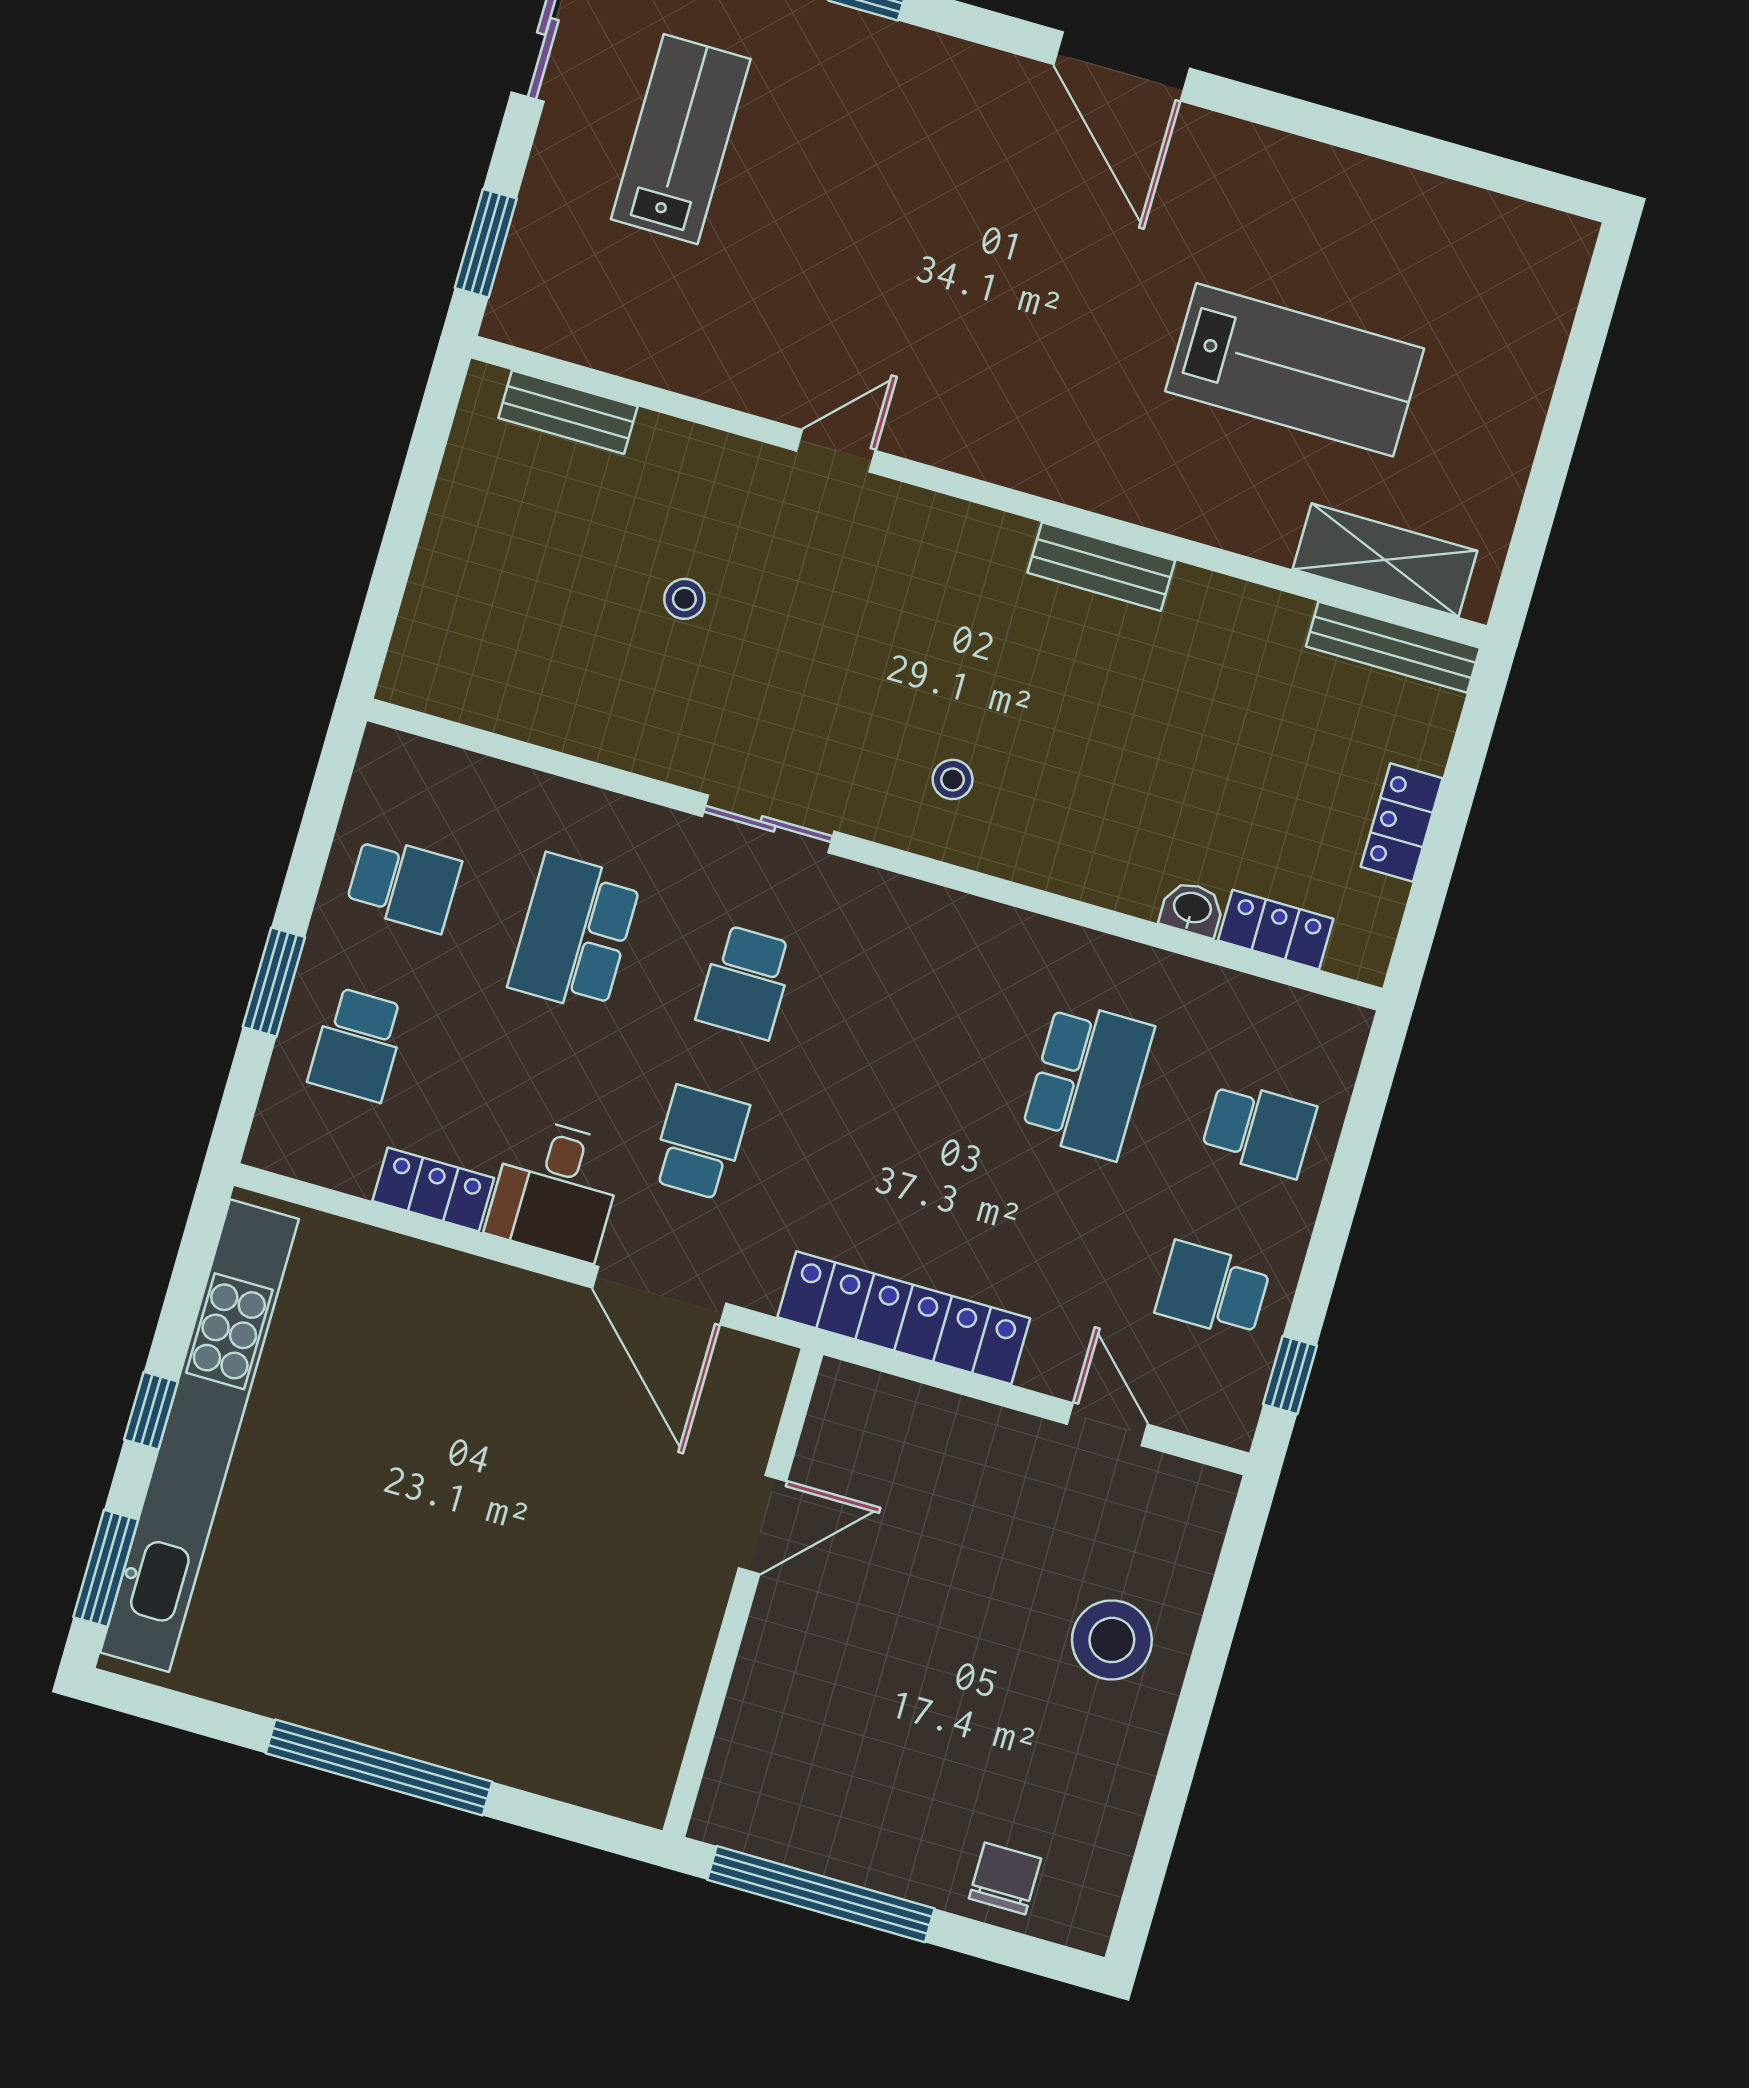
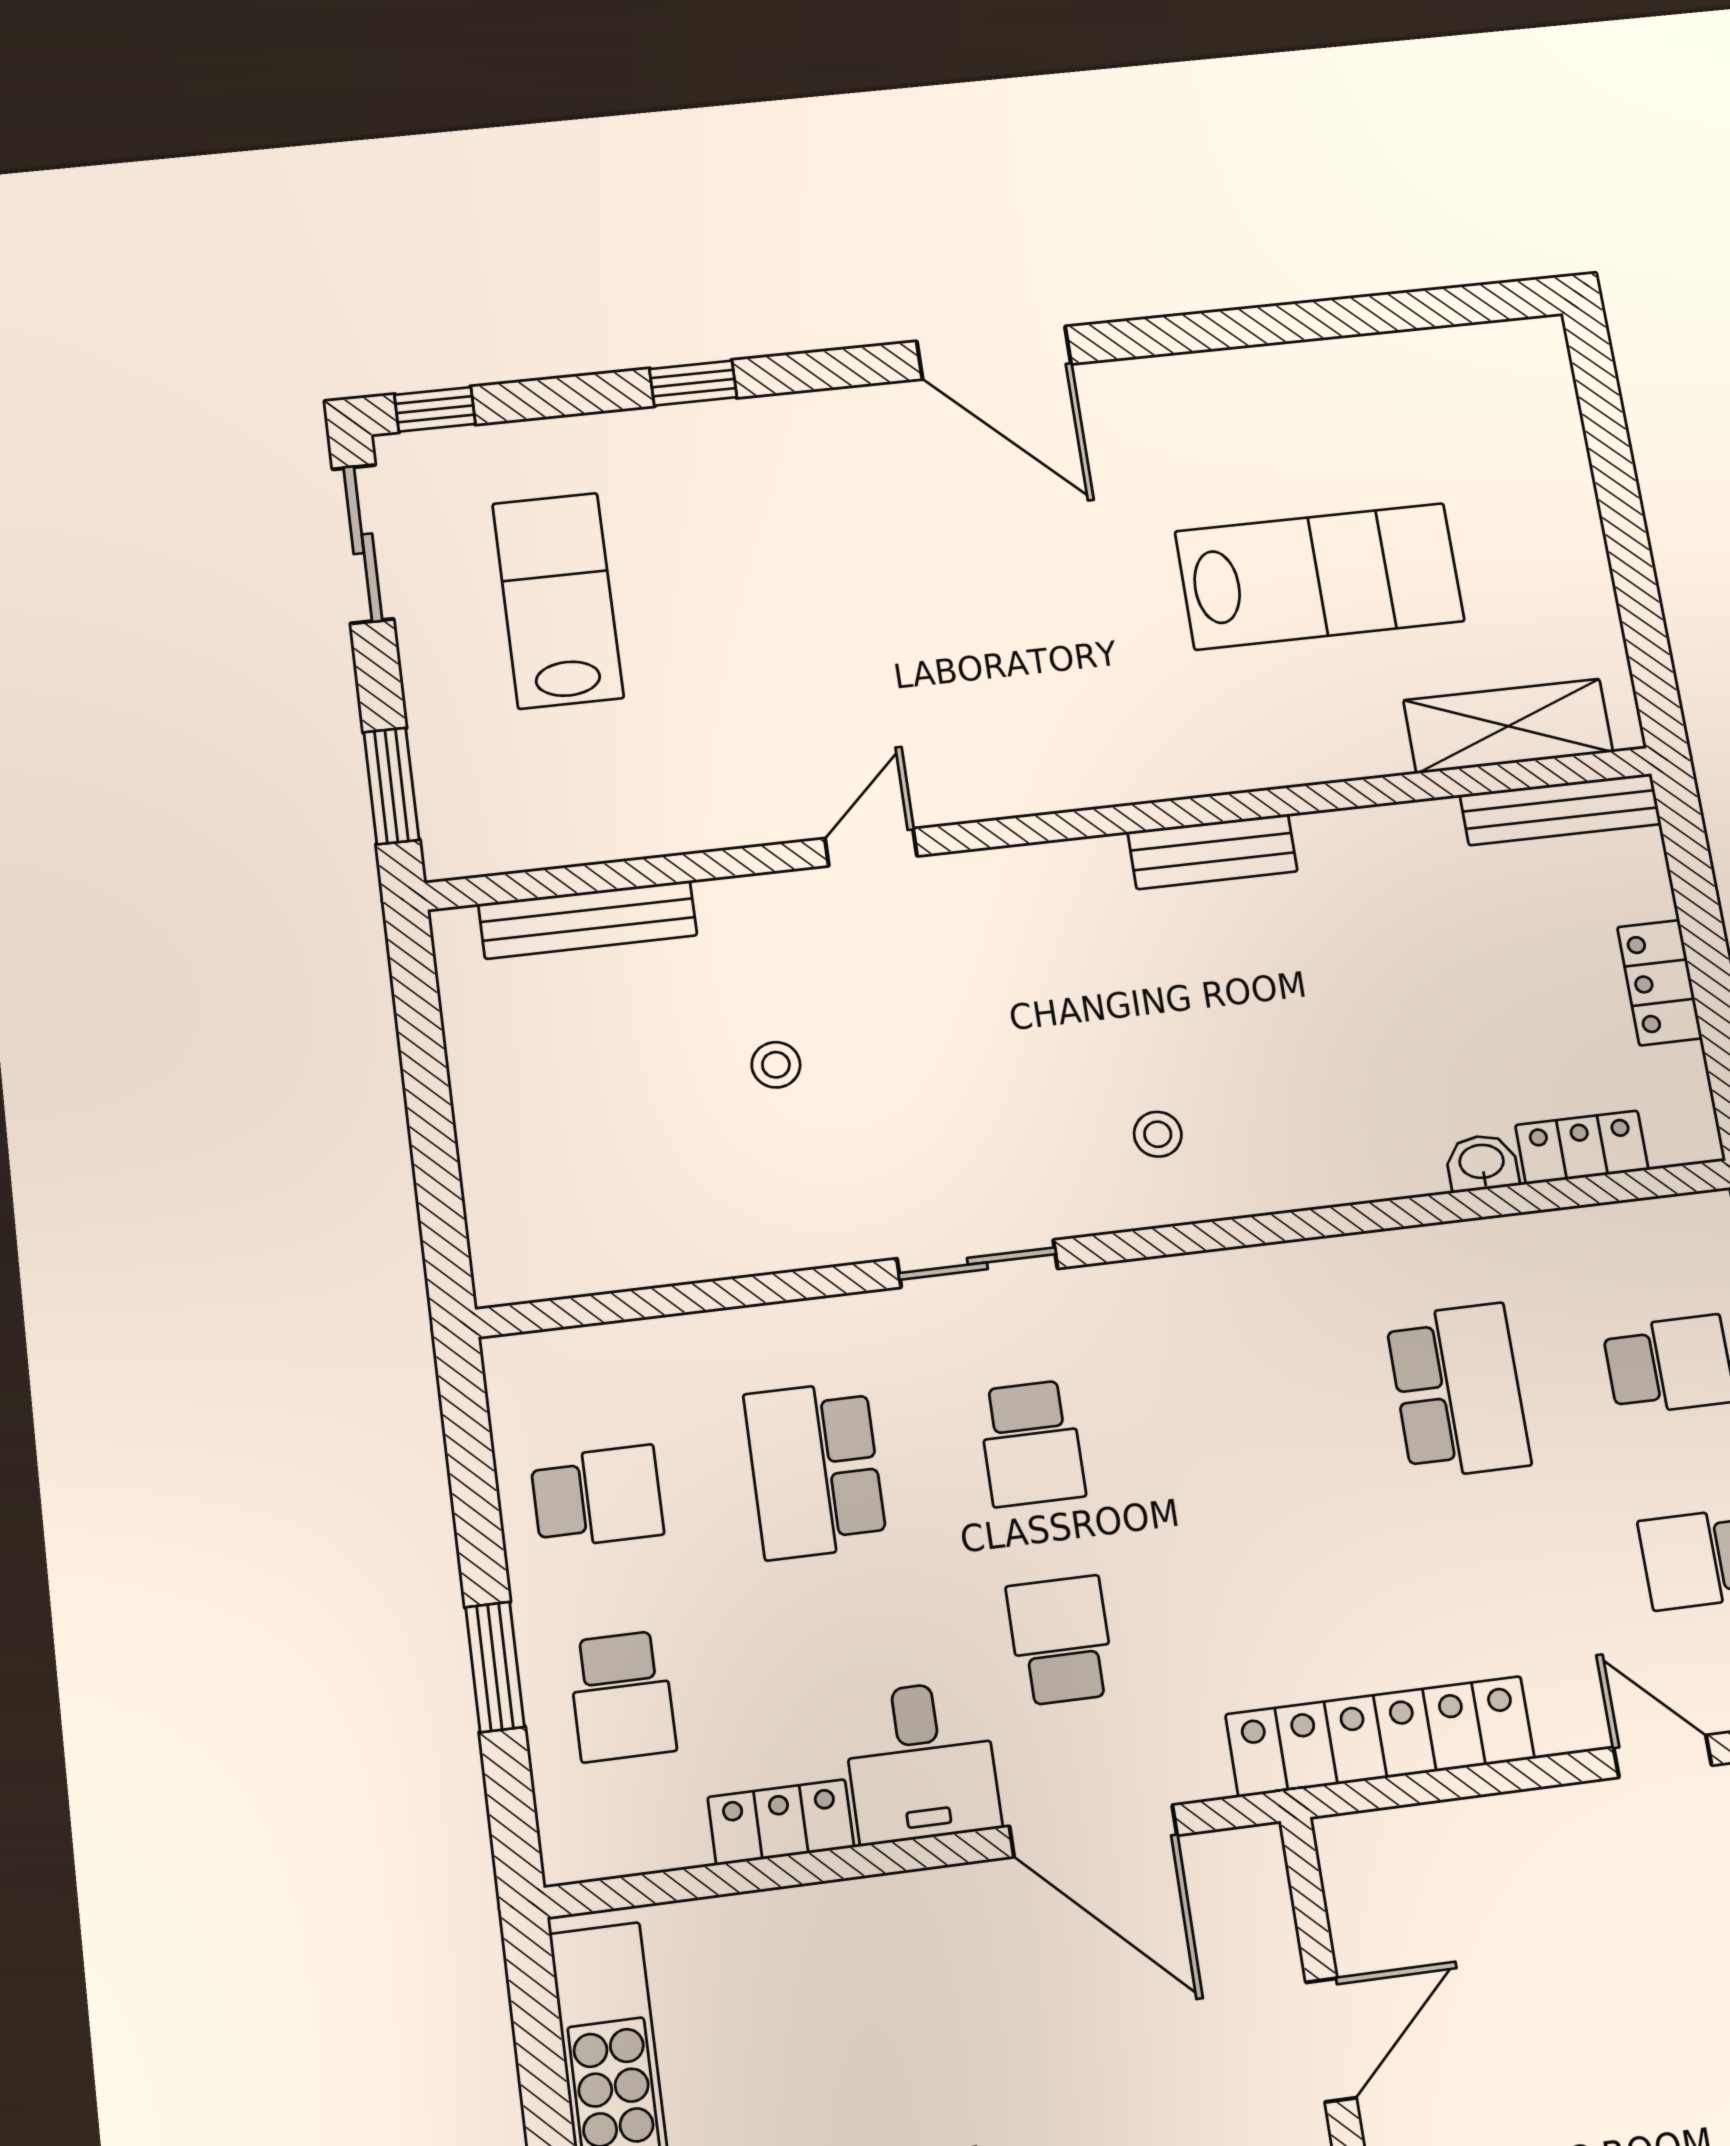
bench: (568, 412) -> (588, 920), width x1.36

